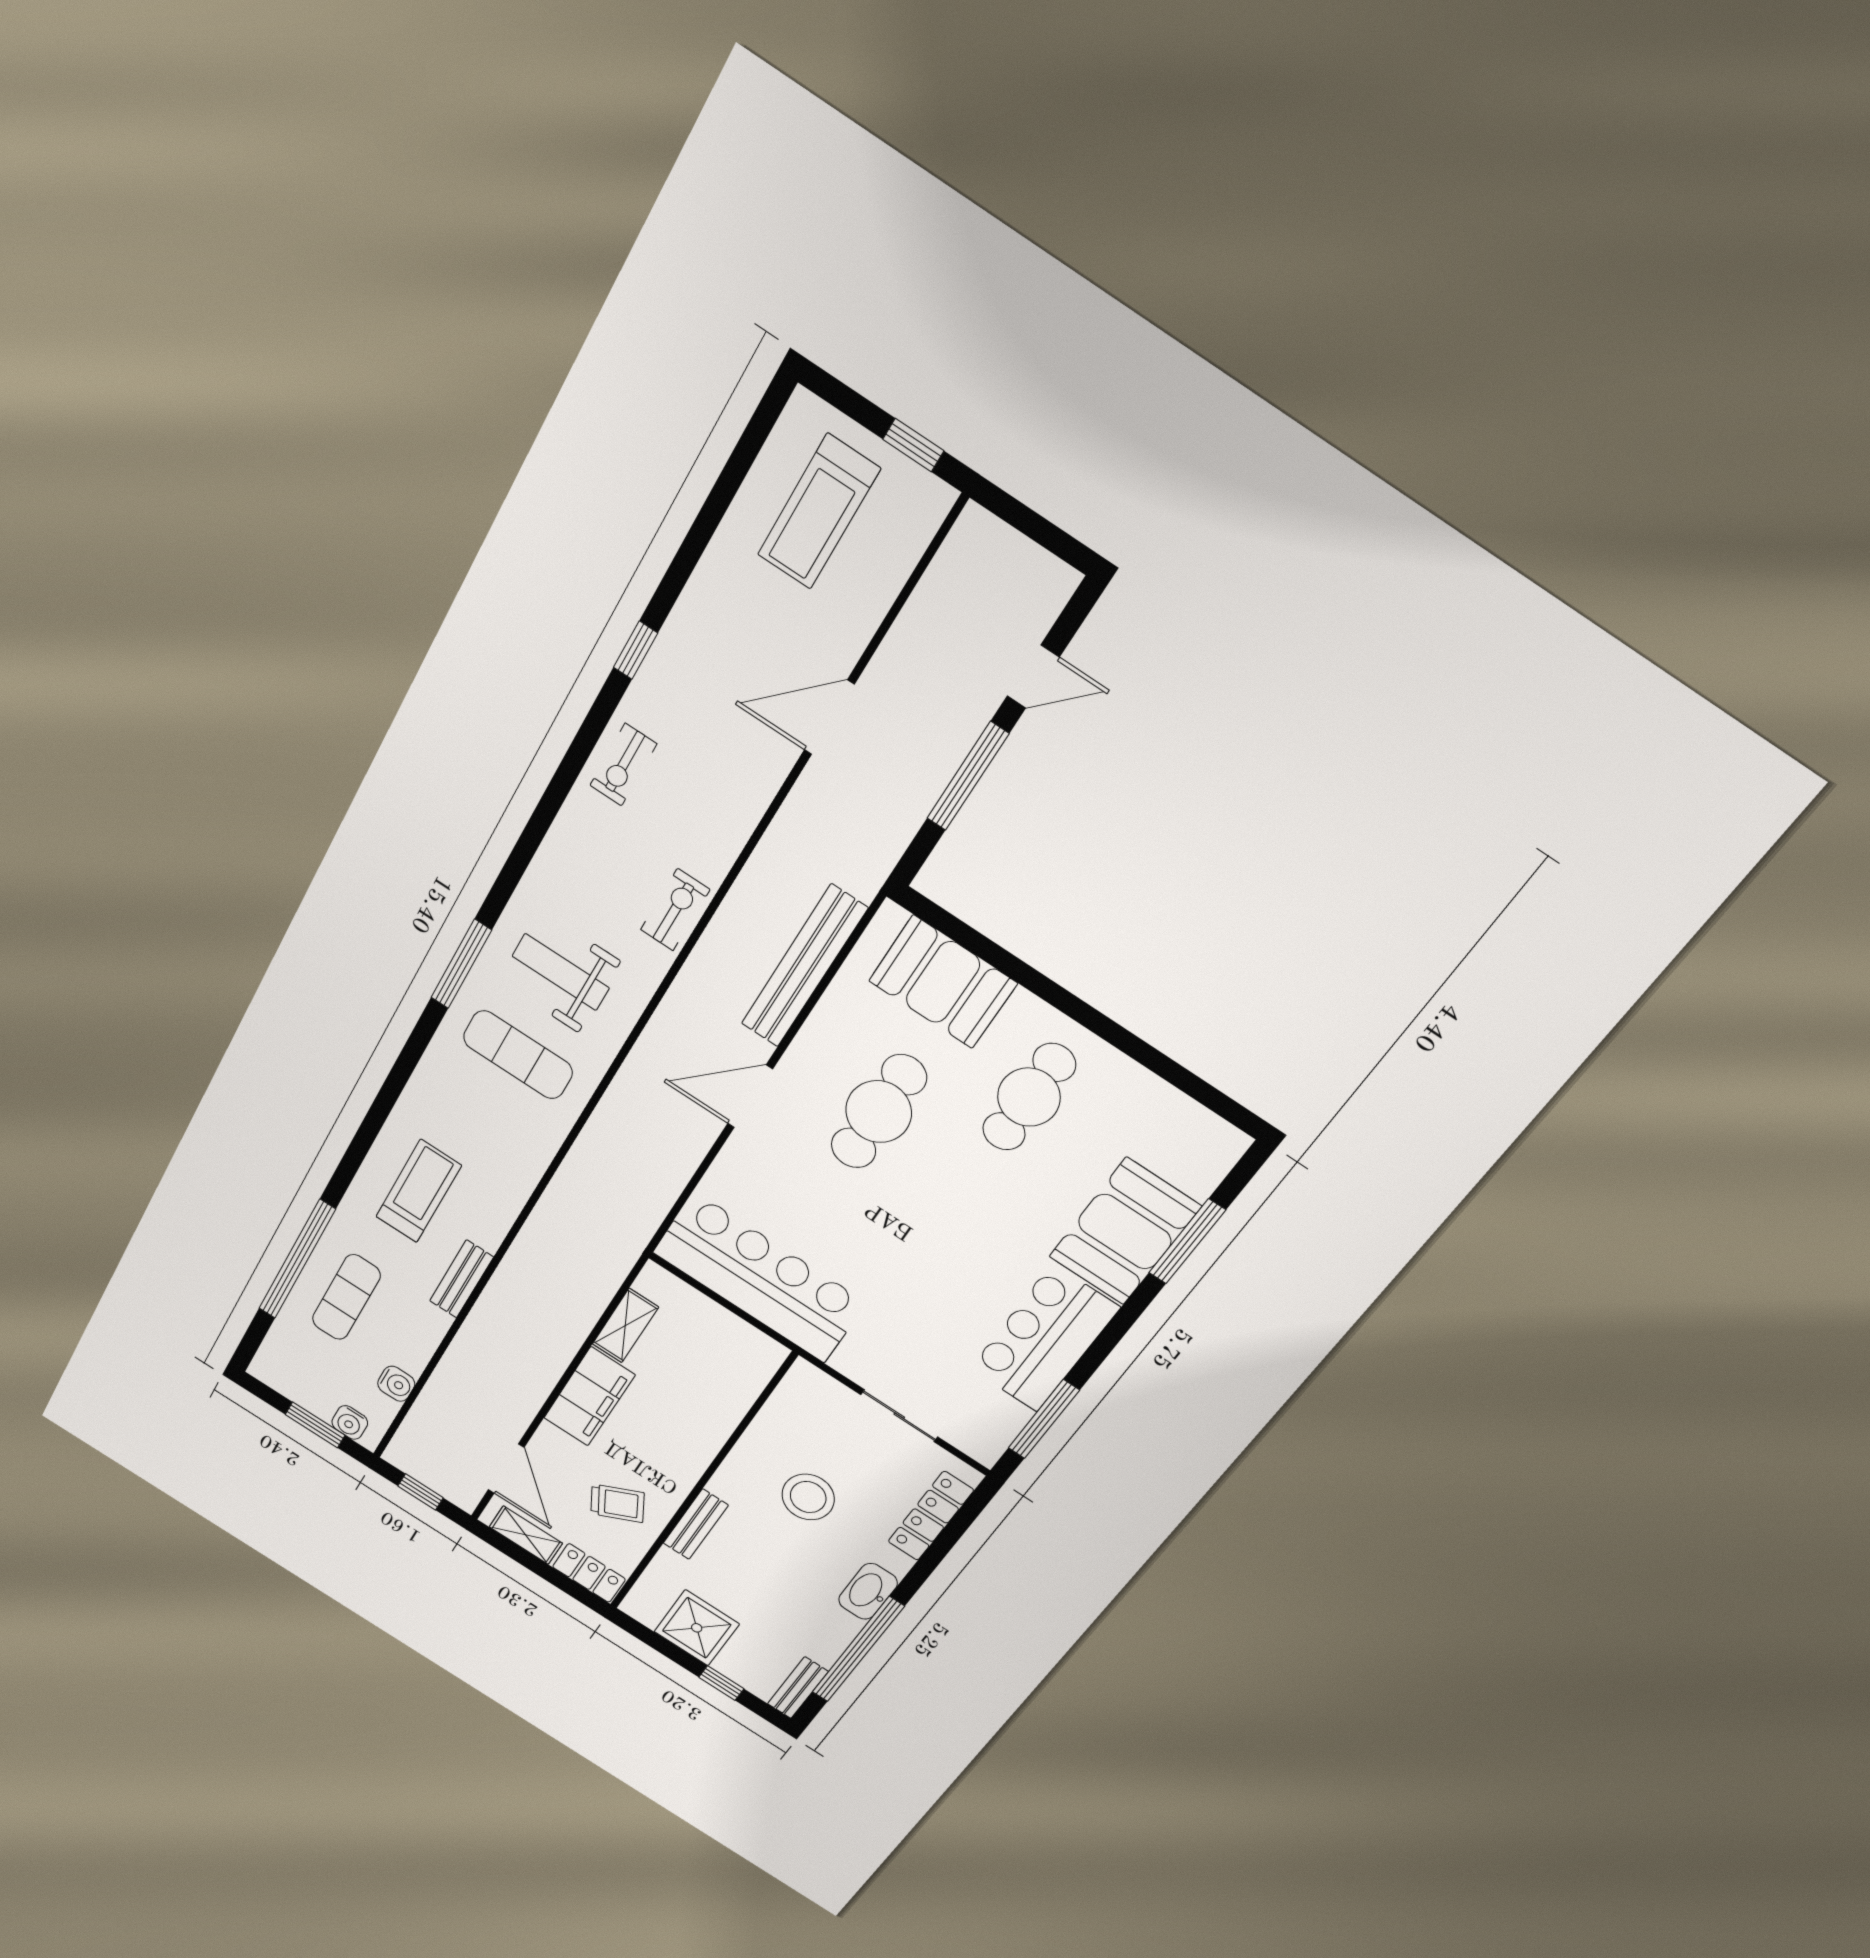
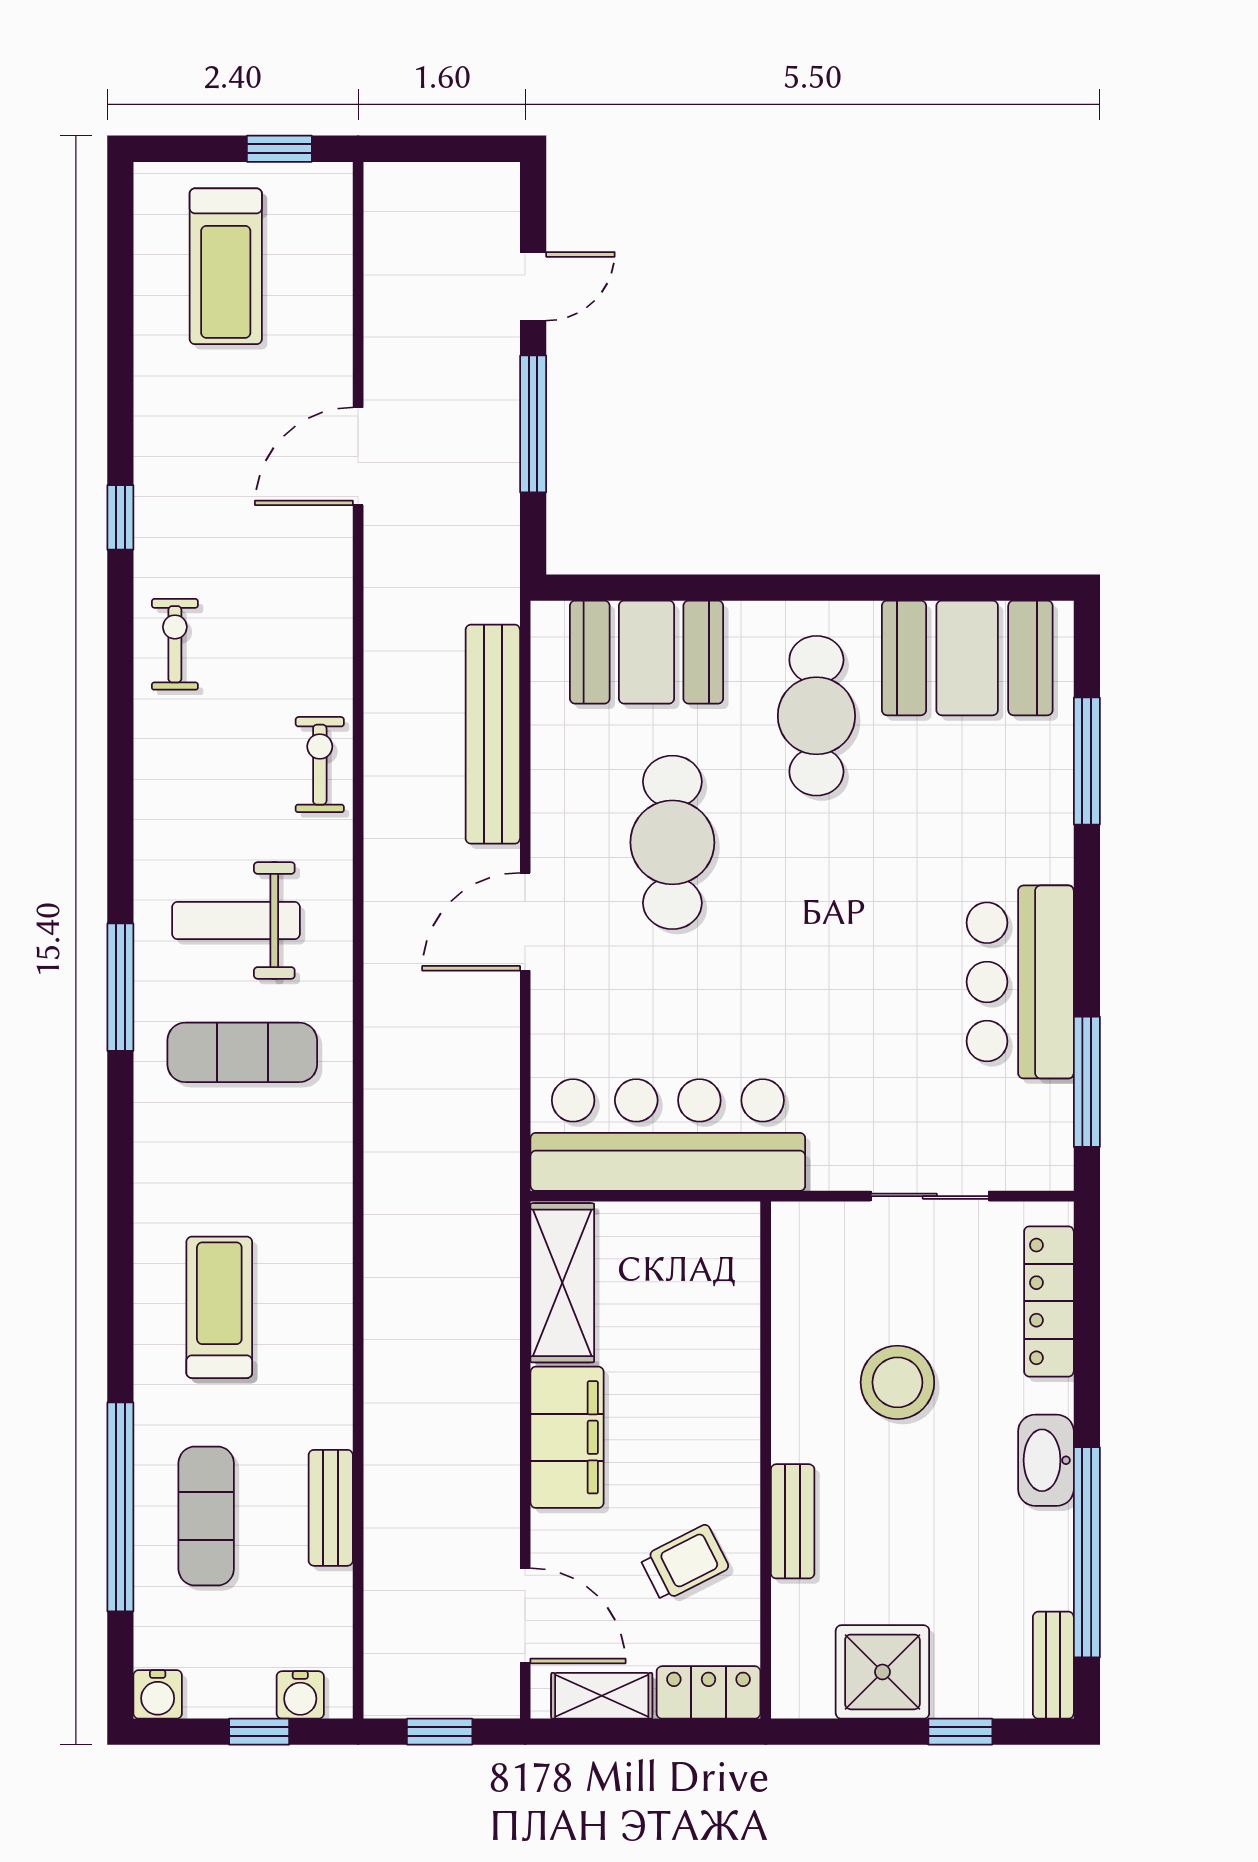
exercise bike: (623, 765) -> (175, 644), turned 180
booth: (1125, 1232) -> (967, 658), moved, turned 90
bench: (462, 1279) -> (331, 1508), moved
shelving: (625, 1326) -> (562, 1283), width x1.50, depth x1.33
water cooler: (396, 1384) -> (158, 1694), moved, turned 90
window: (315, 1425) -> (259, 1732), width x0.67

